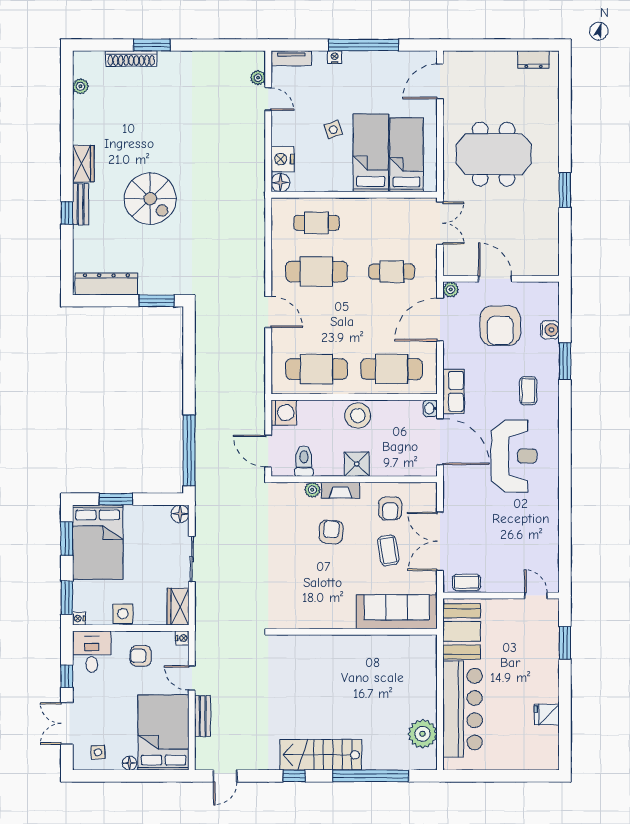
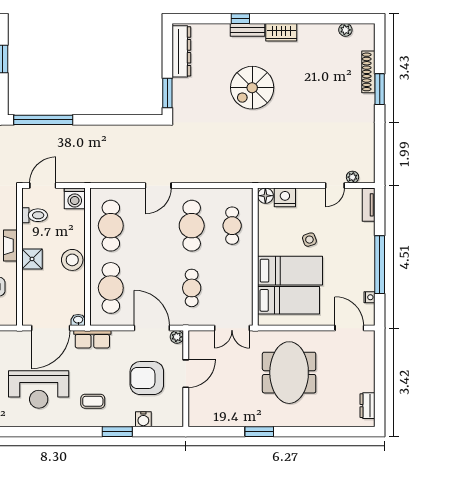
nightstand: (335, 57) -> (370, 297), moved
plant: (312, 490) -> (11, 222), removed

